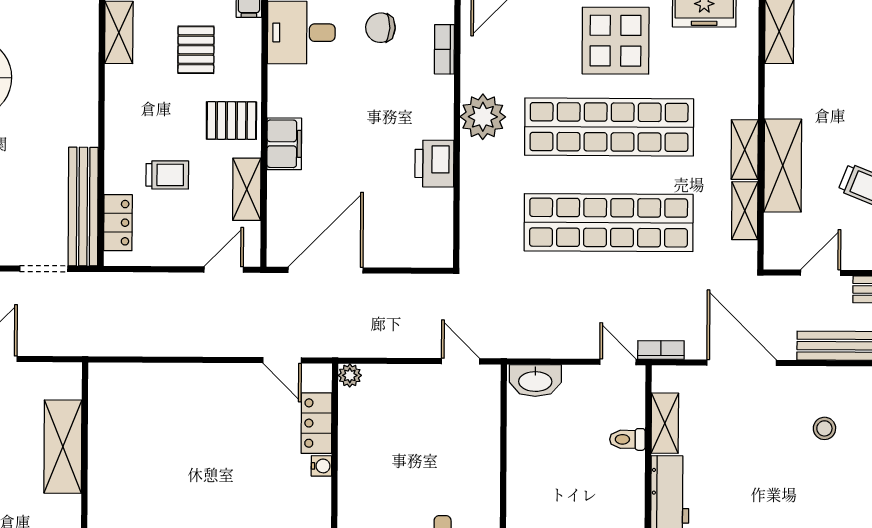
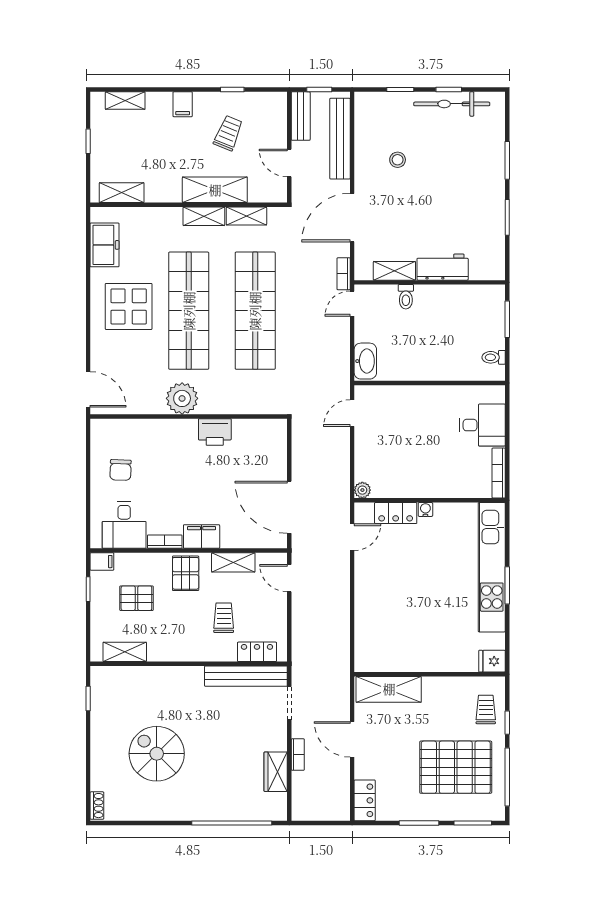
bookcase: (444, 49) -> (165, 542), moved, turned 180
shelving: (63, 447) -> (389, 689), moved

